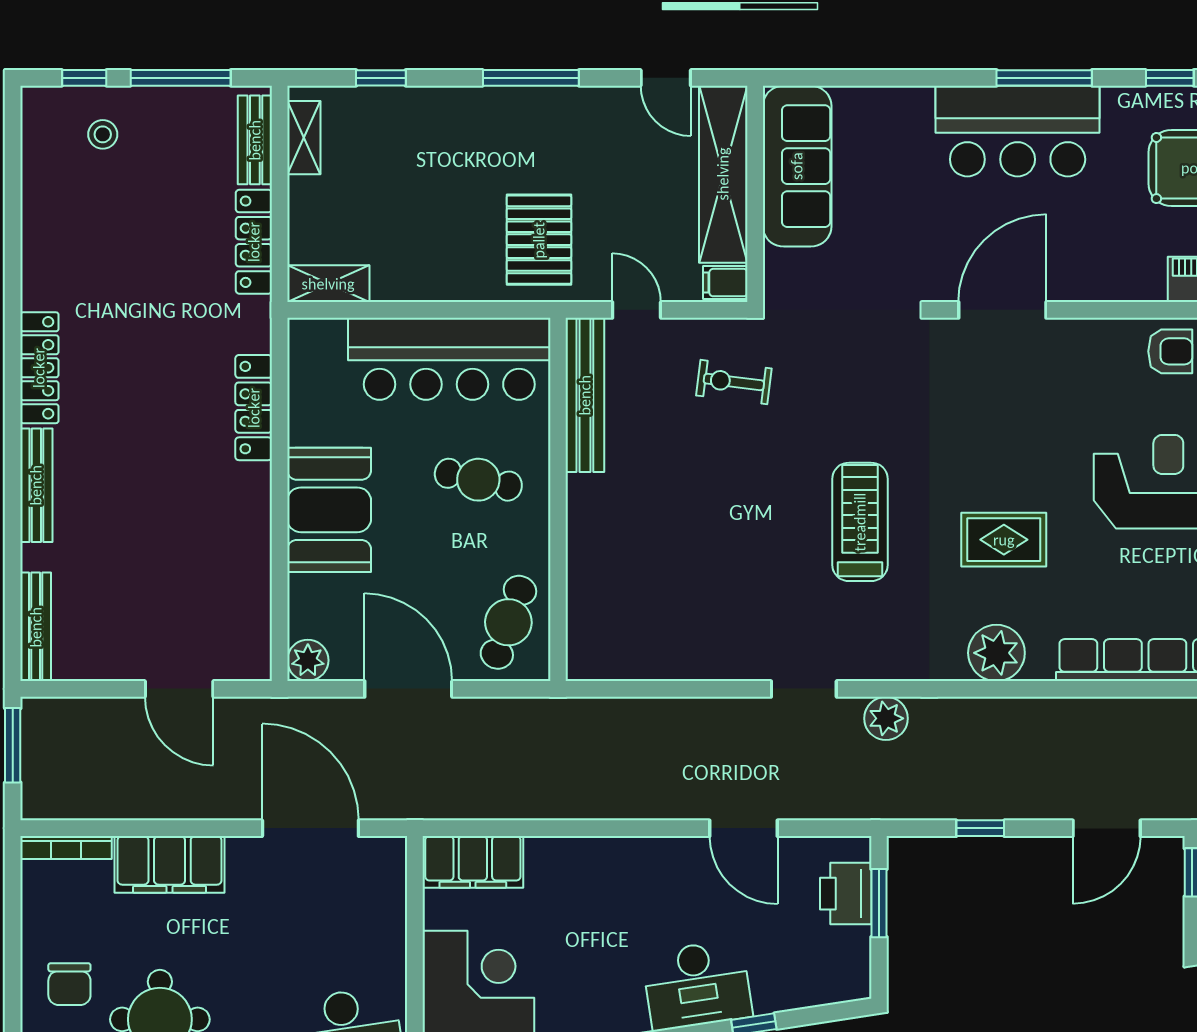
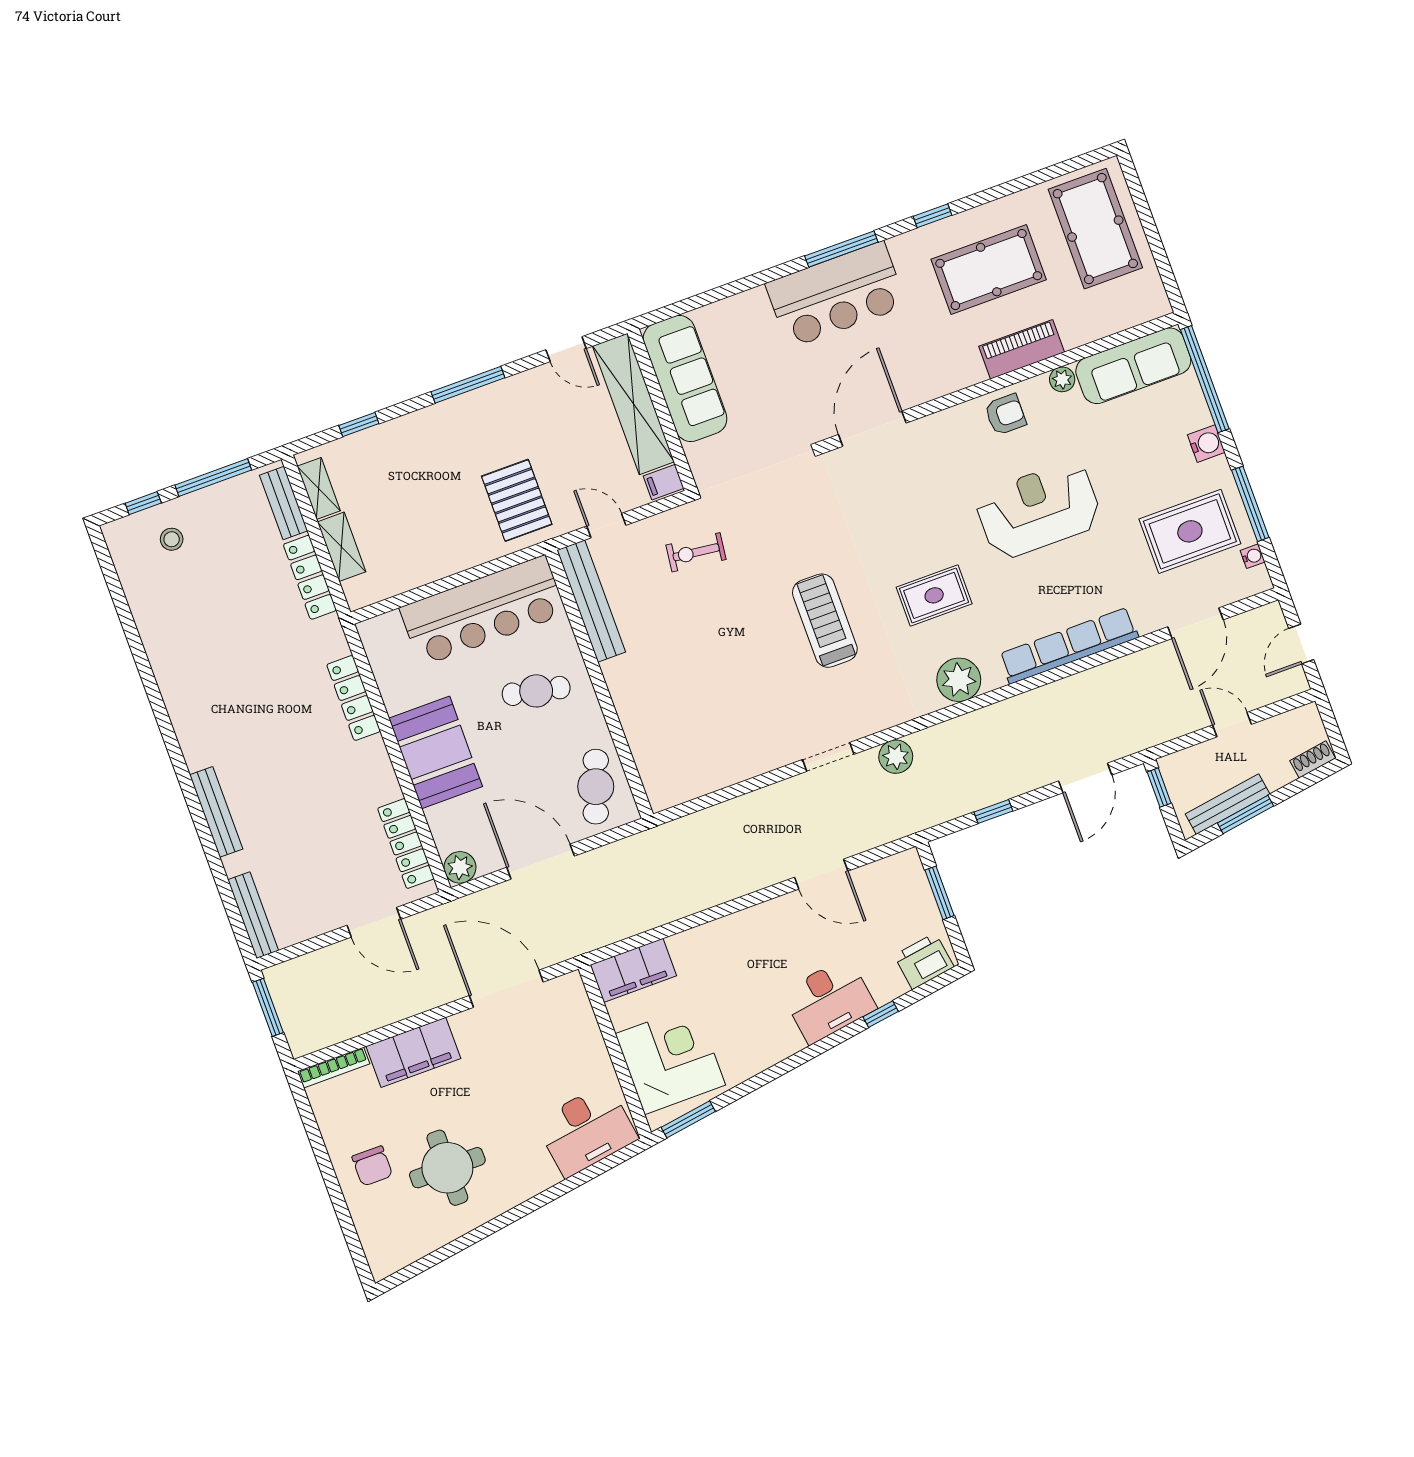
shelving: (328, 284) -> (342, 547), moved, turned 90
locker: (39, 368) -> (406, 844), moved, turned 180
printer: (846, 894) -> (924, 961), moved, turned 81

